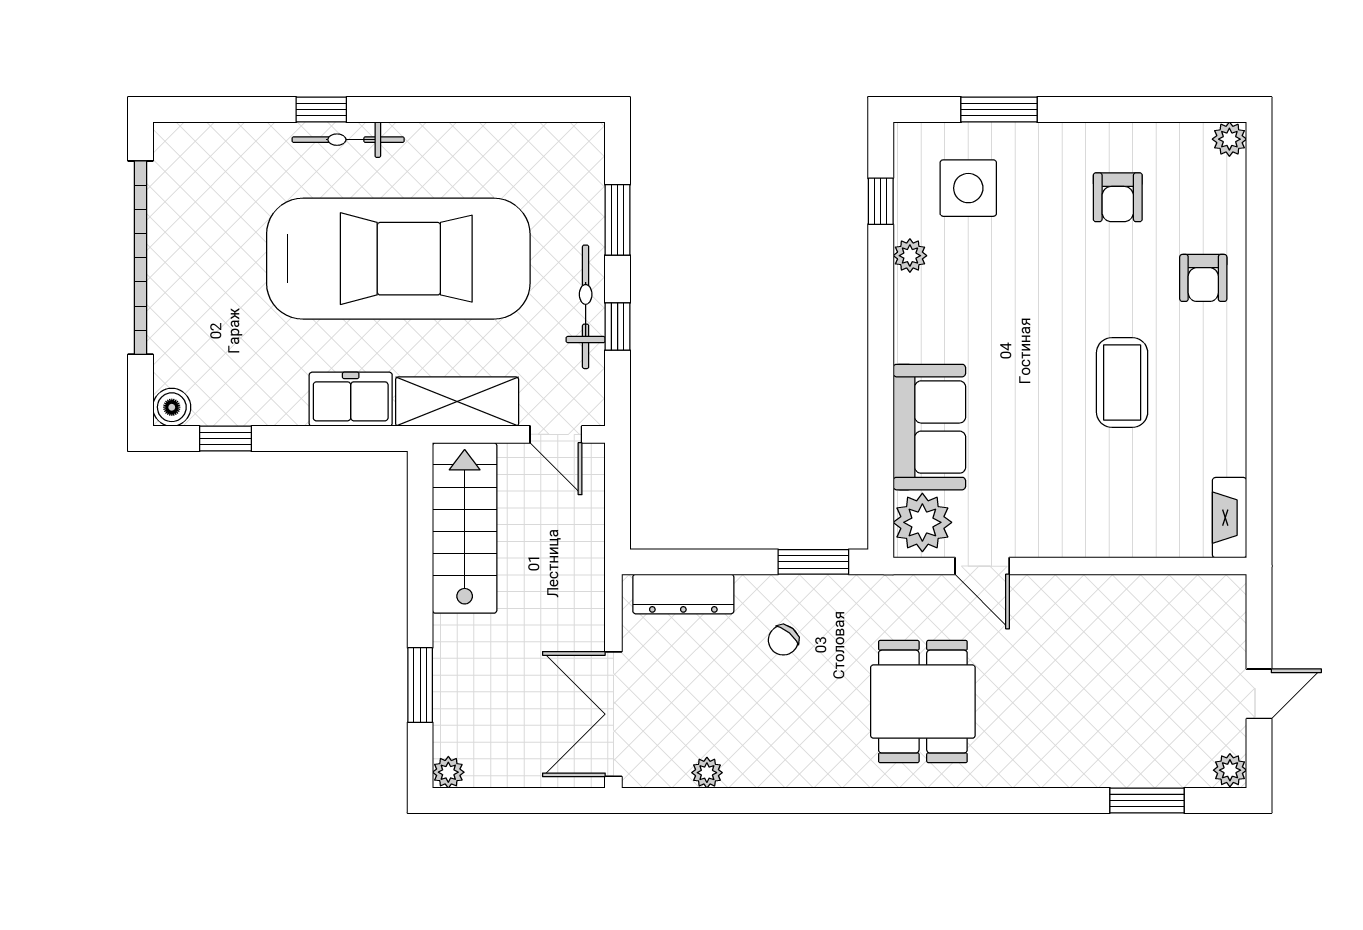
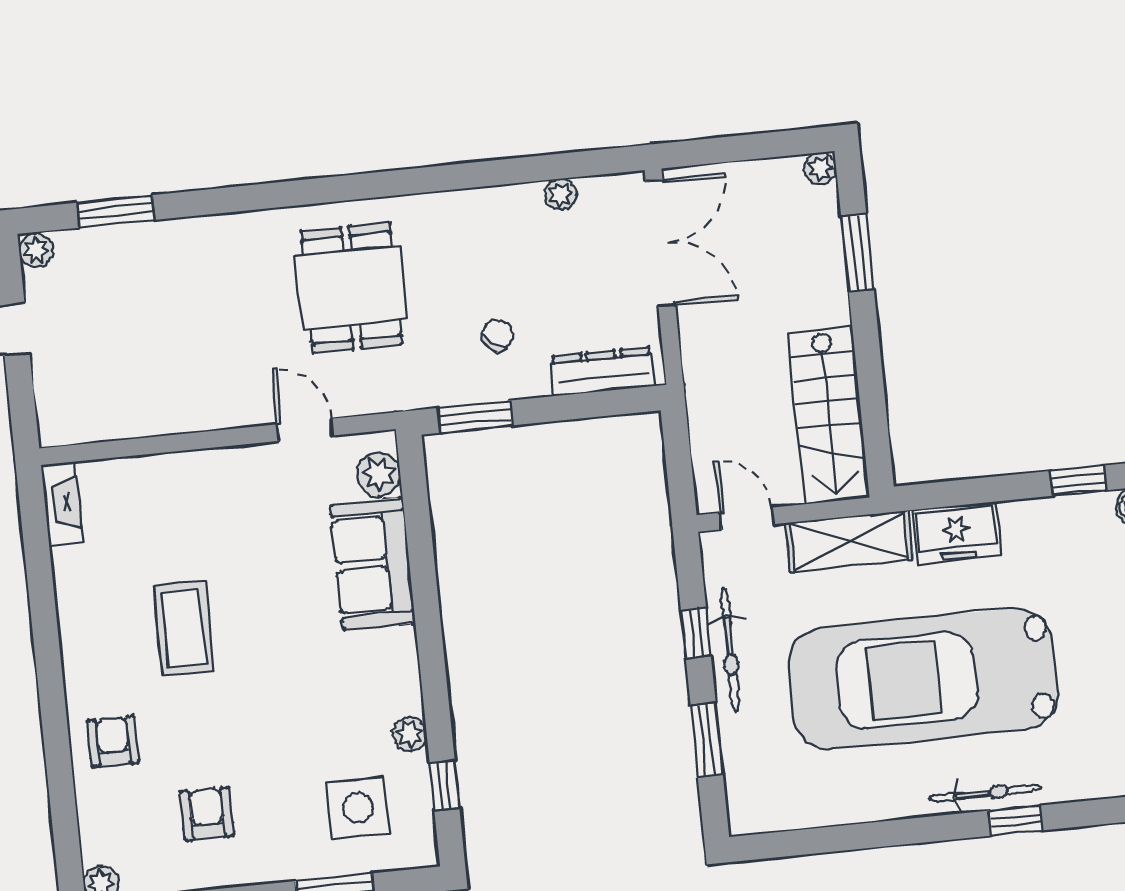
plant: (922, 522) -> (379, 474), width x0.73, depth x0.73

